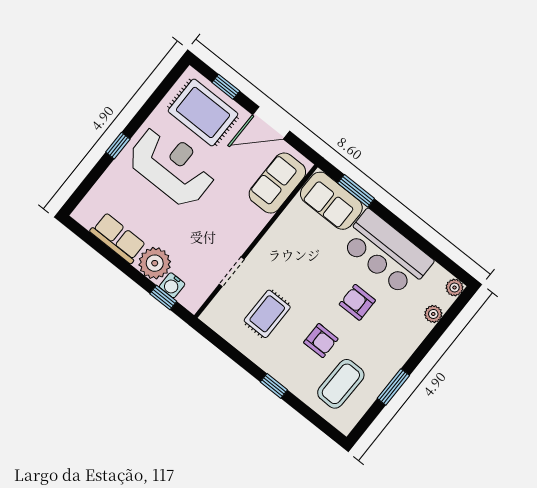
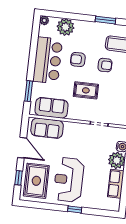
sofa: (331, 201) -> (51, 108), moved, turned -90
armchair: (357, 302) -> (78, 60), turned 90
rug: (267, 314) -> (86, 90), moved
plant: (433, 314) -> (65, 27), width x1.88, depth x1.88
armchair: (321, 341) -> (105, 65), turned 90

